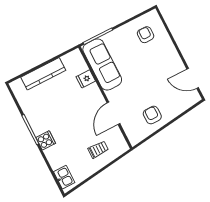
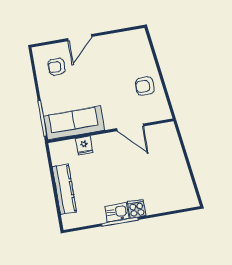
door: (193, 78) -> (80, 38), moved
trolley: (98, 149) -> (164, 156), removed
kitchen sink: (64, 177) -> (117, 213), moved

